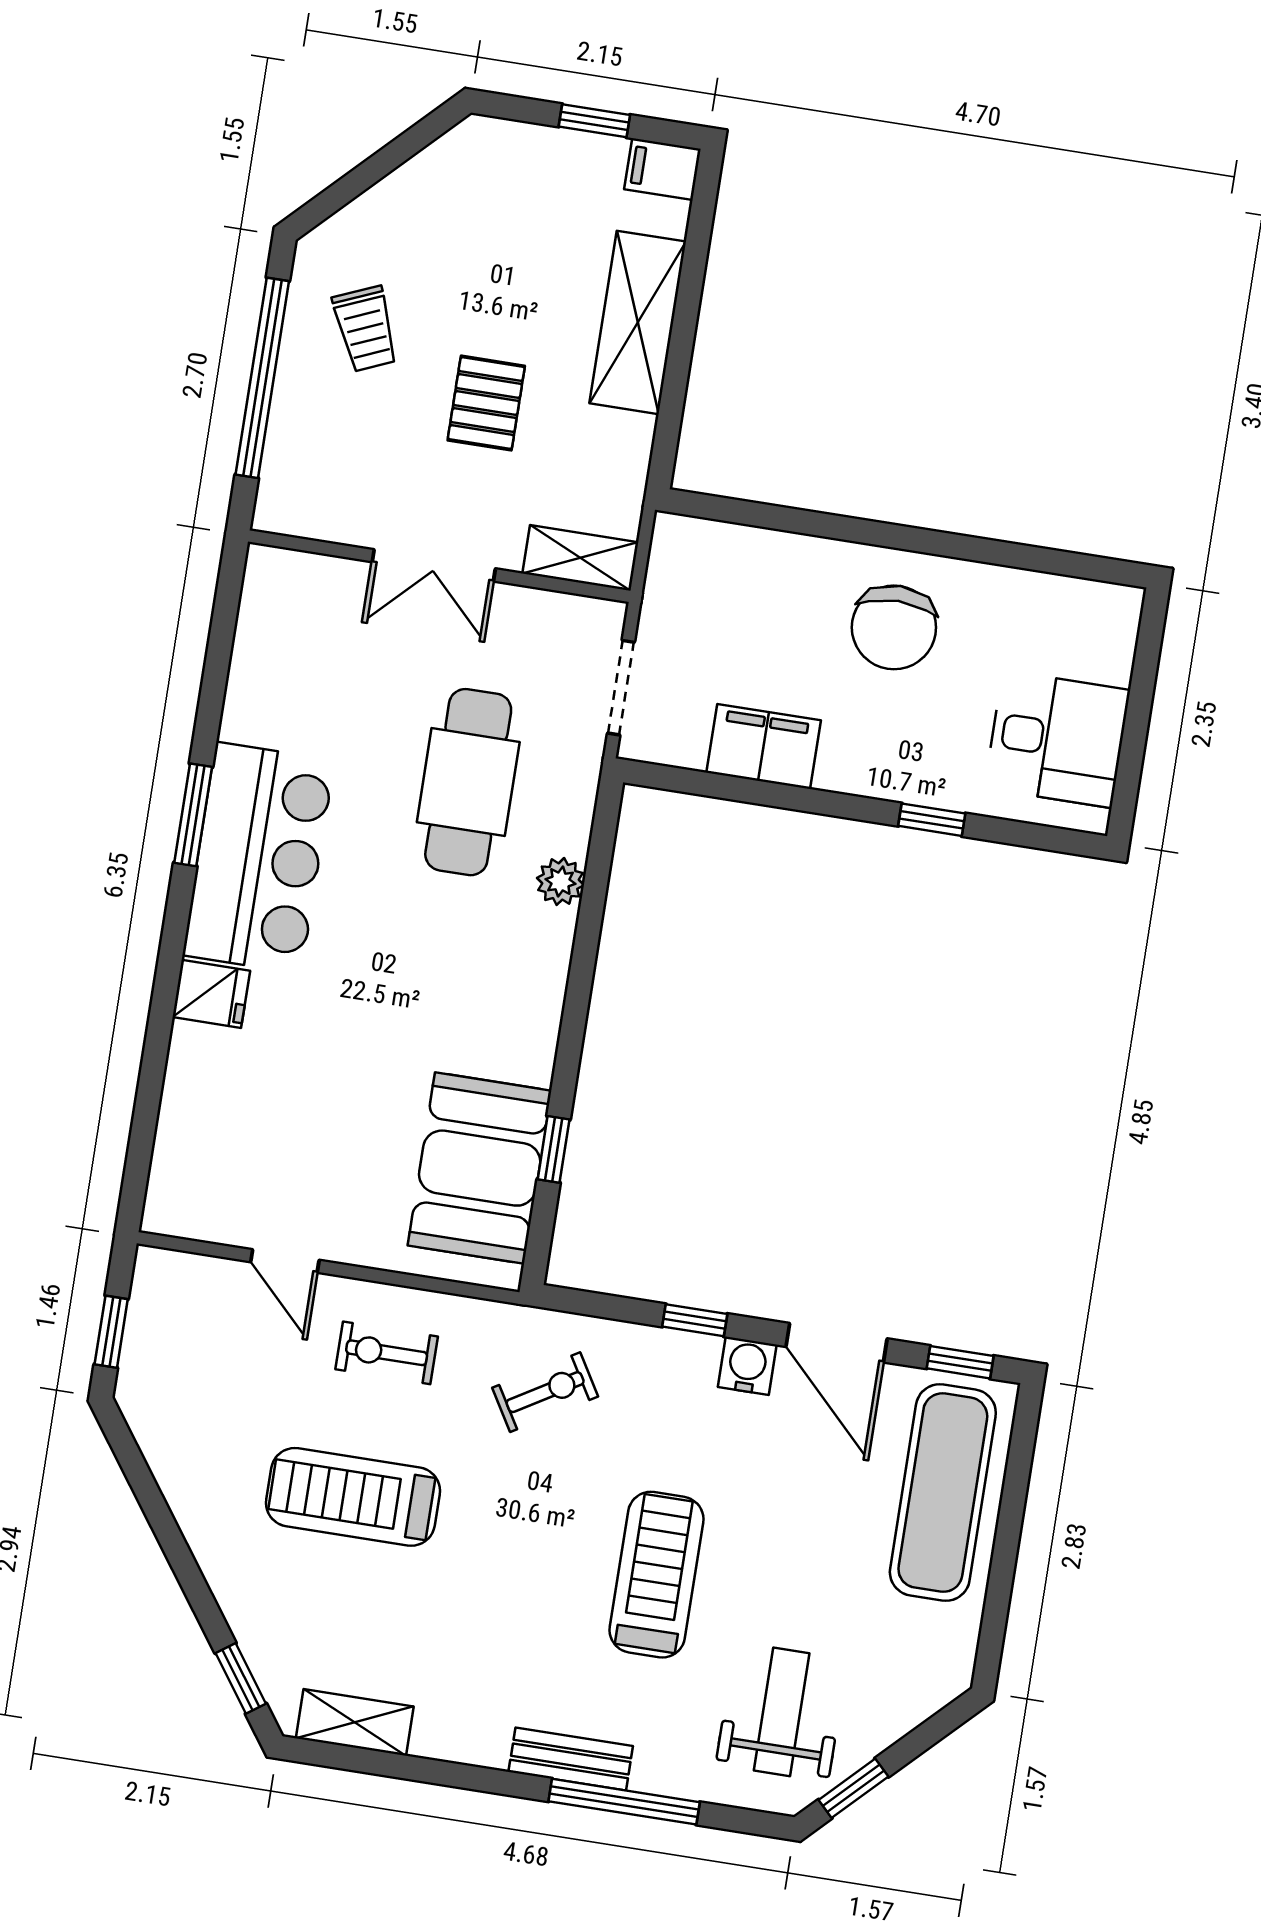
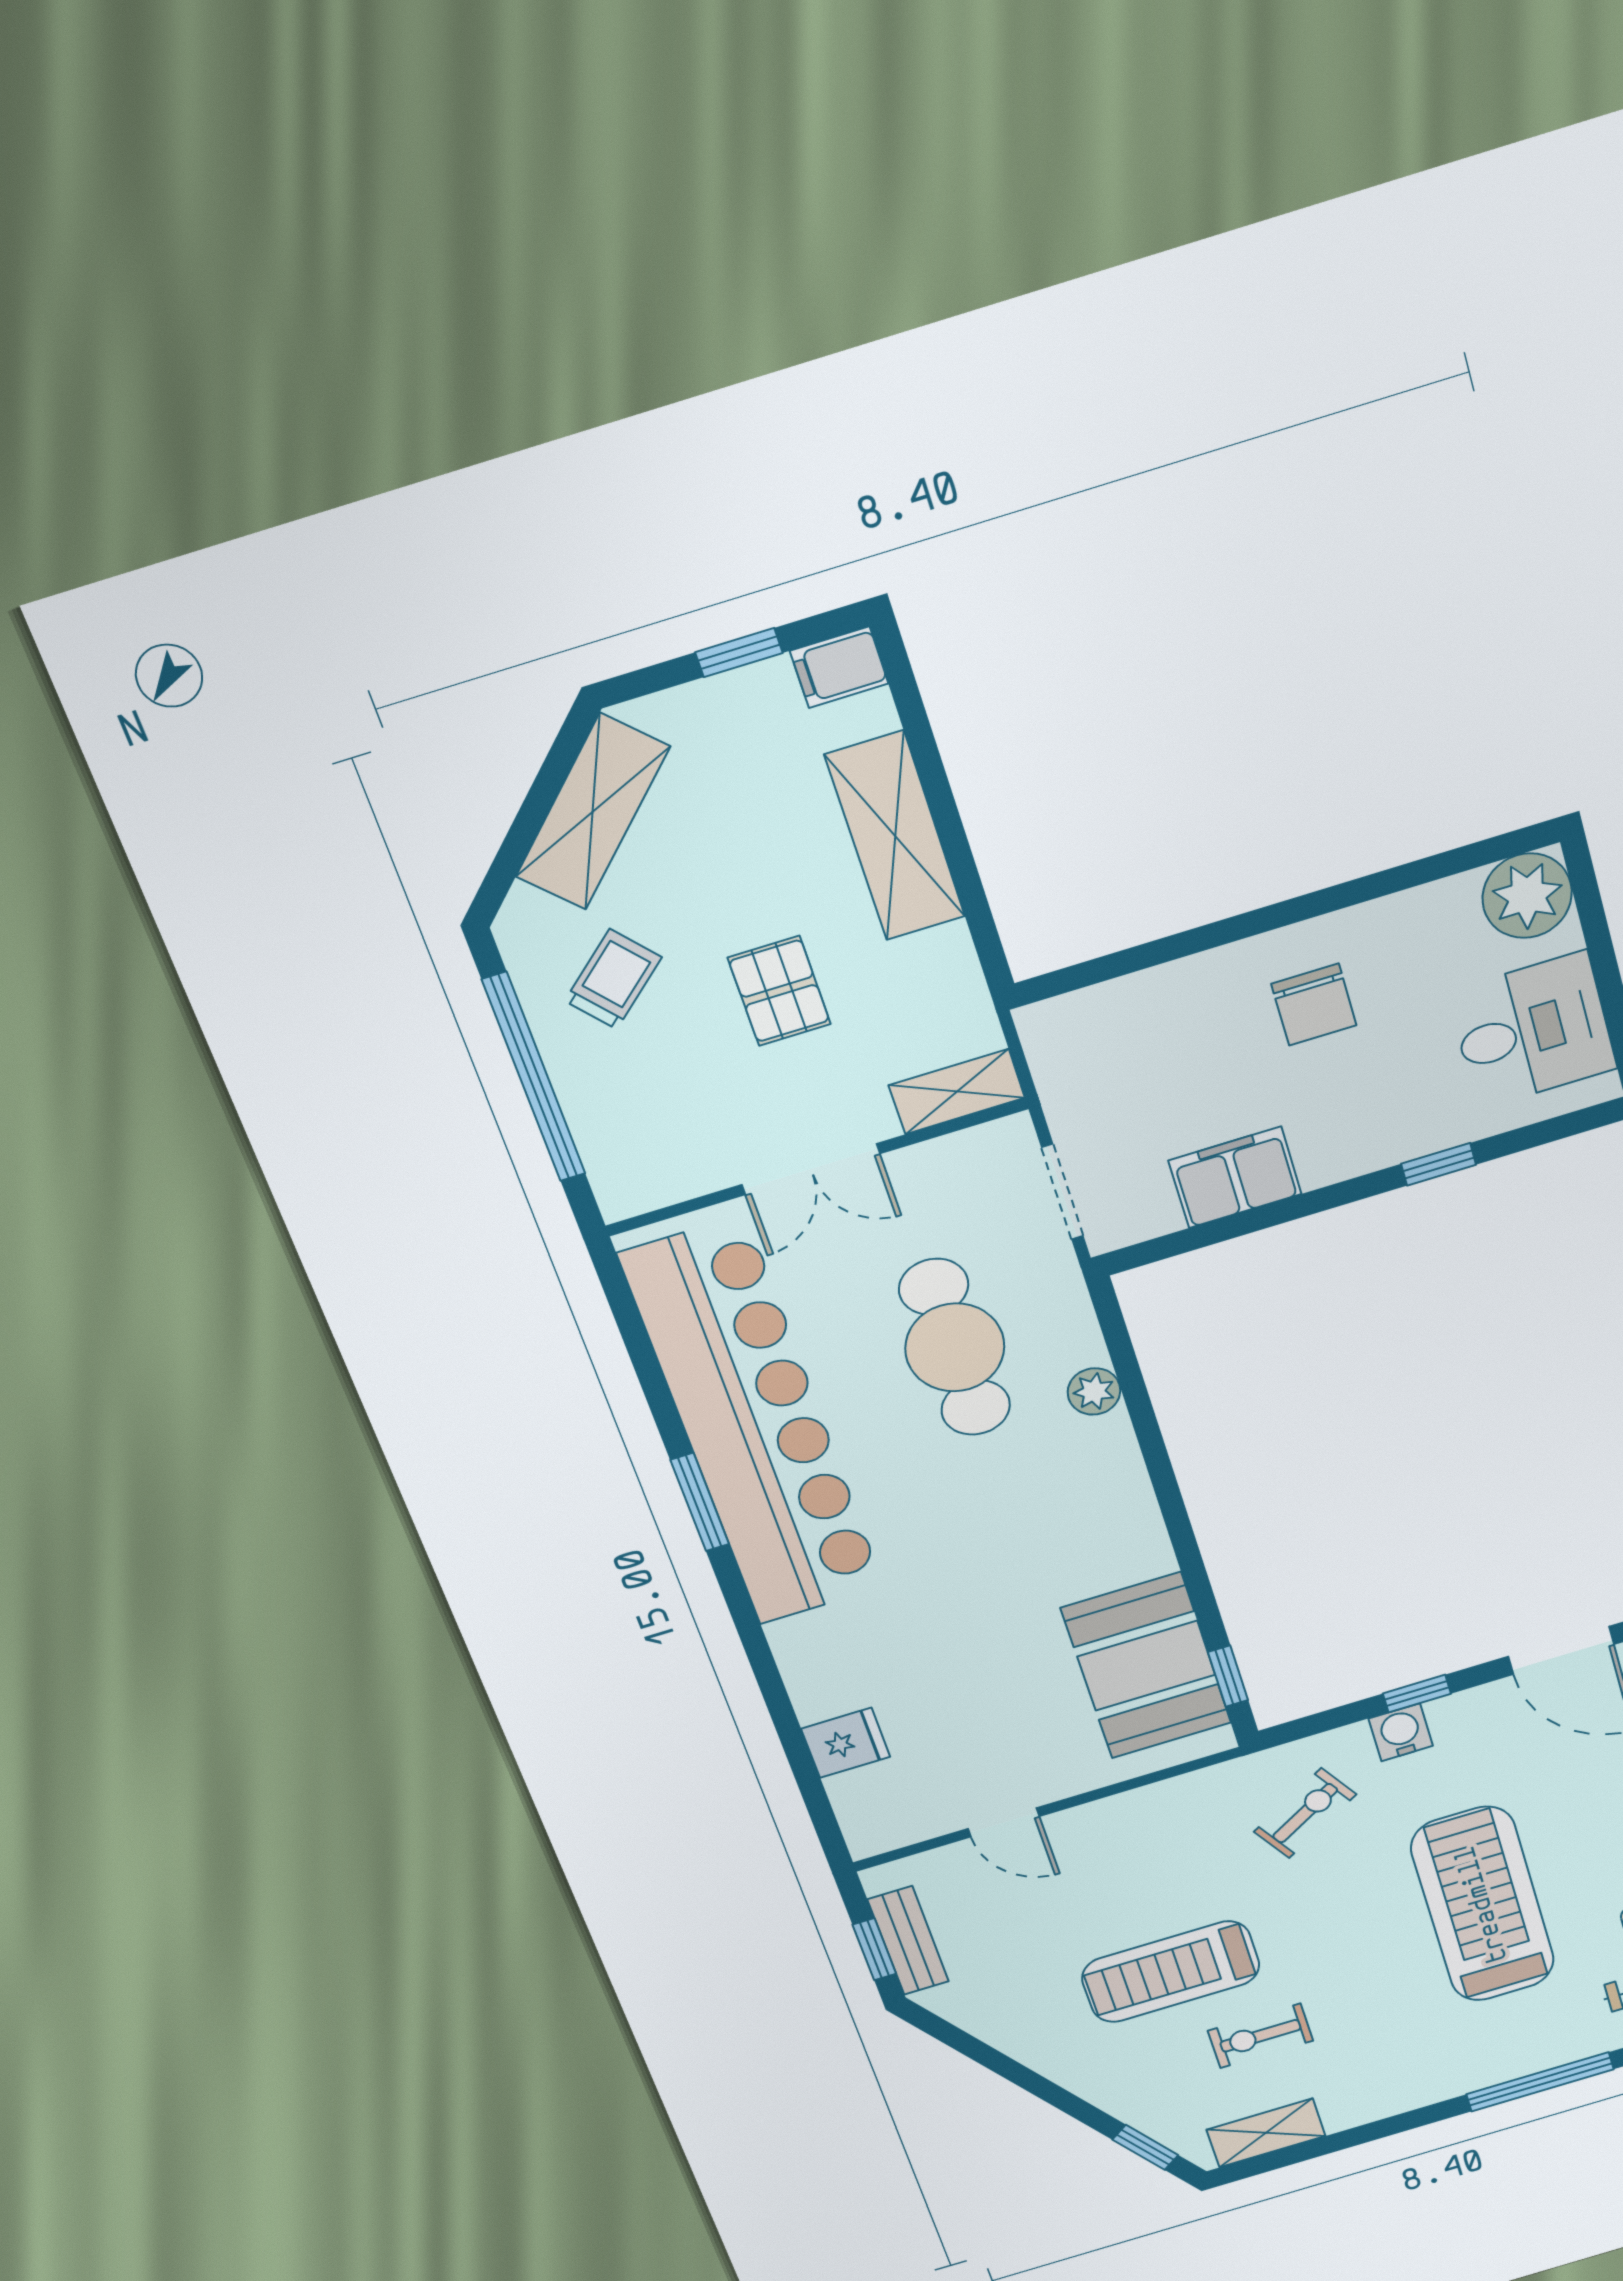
shelving: (422, 188) -> (593, 812), added
trolley: (366, 329) -> (613, 979), turned -108
plant: (1102, 620) -> (1527, 896), added
chair: (894, 627) -> (1314, 1005), width x0.73, depth x0.73
bar counter: (259, 858) -> (753, 1424), width x1.86
fridge: (211, 994) -> (846, 1743), moved
window: (554, 1149) -> (1228, 1676), moved
exercise bike: (387, 1353) -> (1260, 2036), moved
water cooler: (747, 1366) -> (1401, 1732), moved
treadmill: (657, 1575) -> (1483, 1904), width x1.37, depth x1.38
bench: (571, 1759) -> (908, 1941), moved, turned 90

